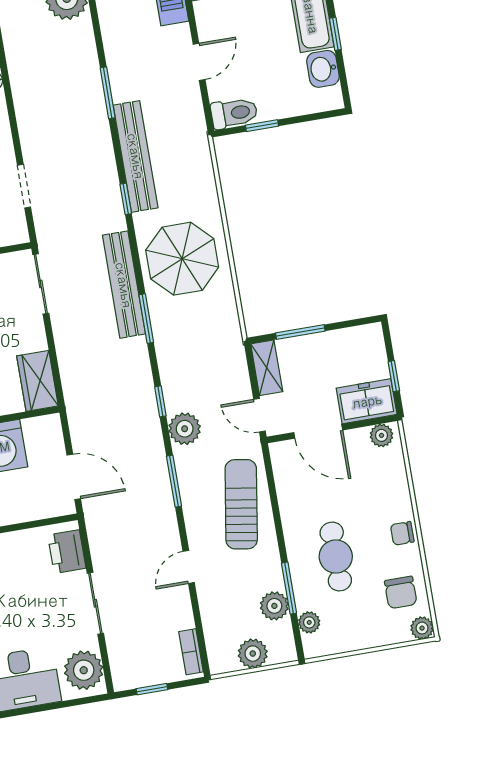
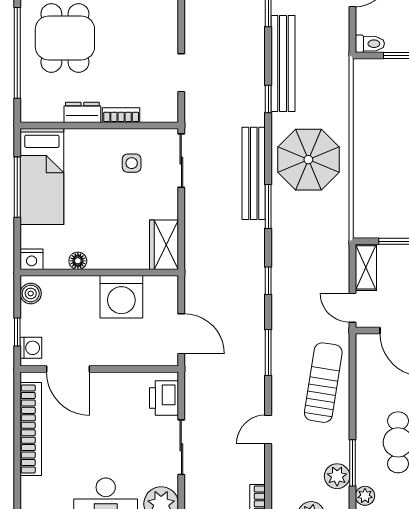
toilet: (234, 113) -> (370, 44), width x0.73, depth x0.72
plant: (185, 429) -> (285, 308), removed

